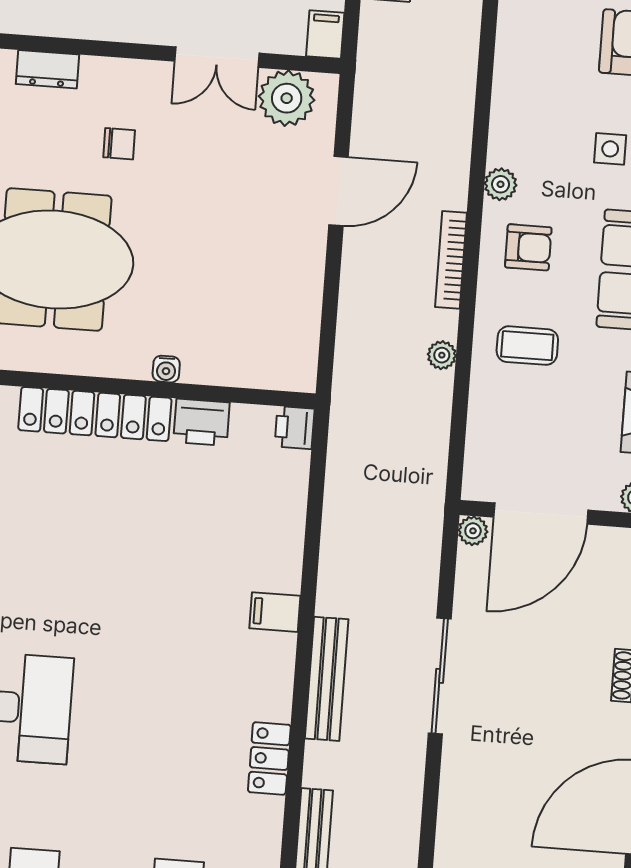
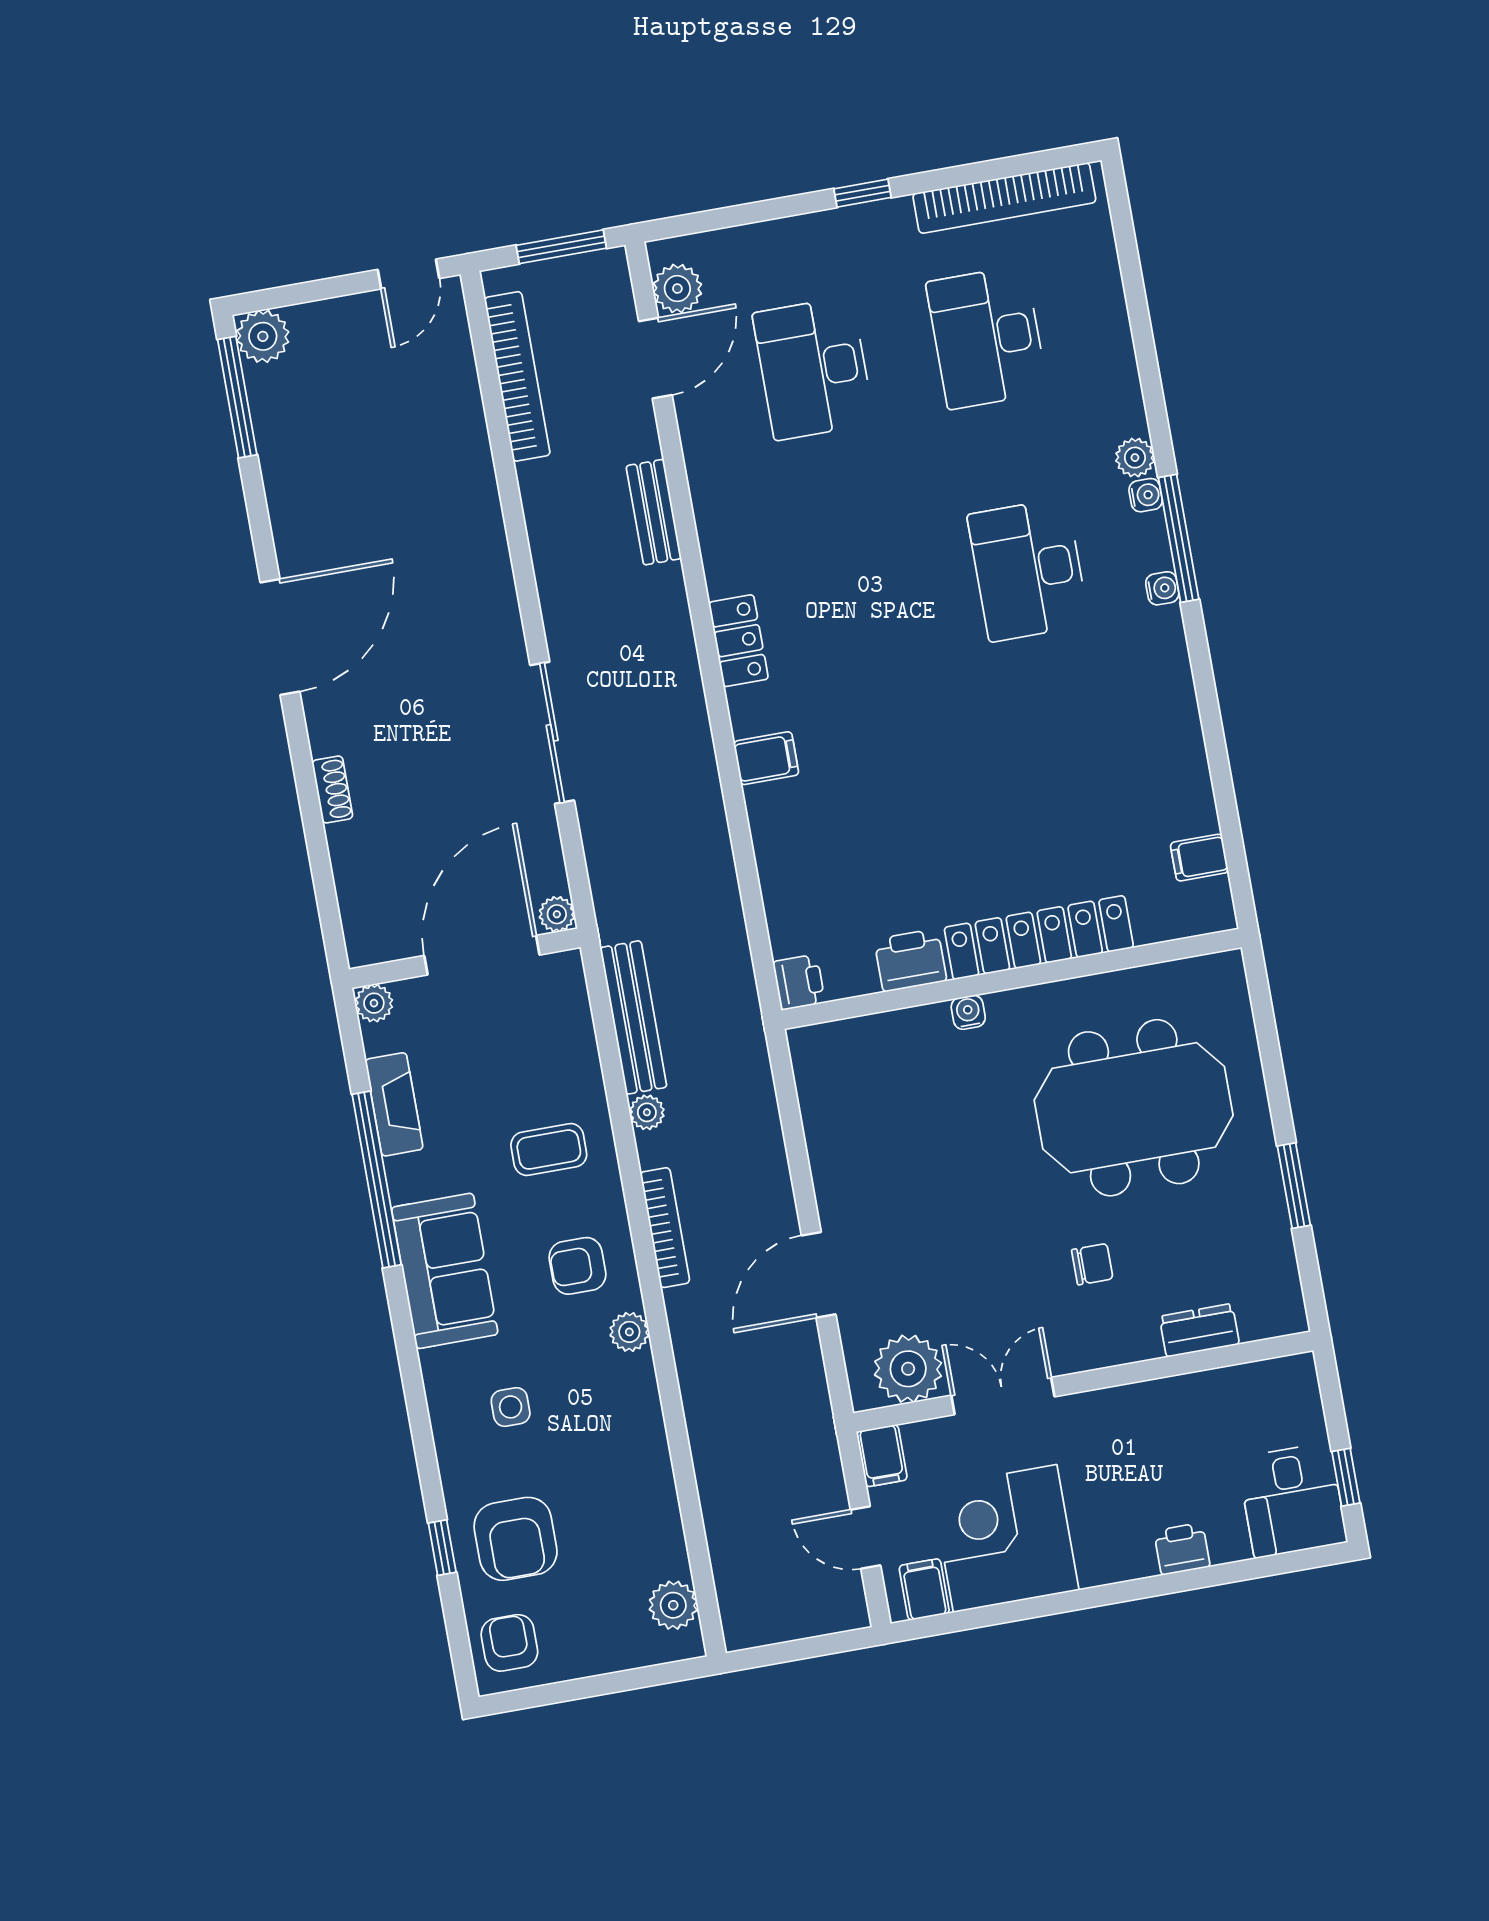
chair: (119, 144) -> (1092, 1264), turned 180
bench: (327, 679) -> (633, 1017), moved
locker: (269, 758) -> (738, 641), moved

